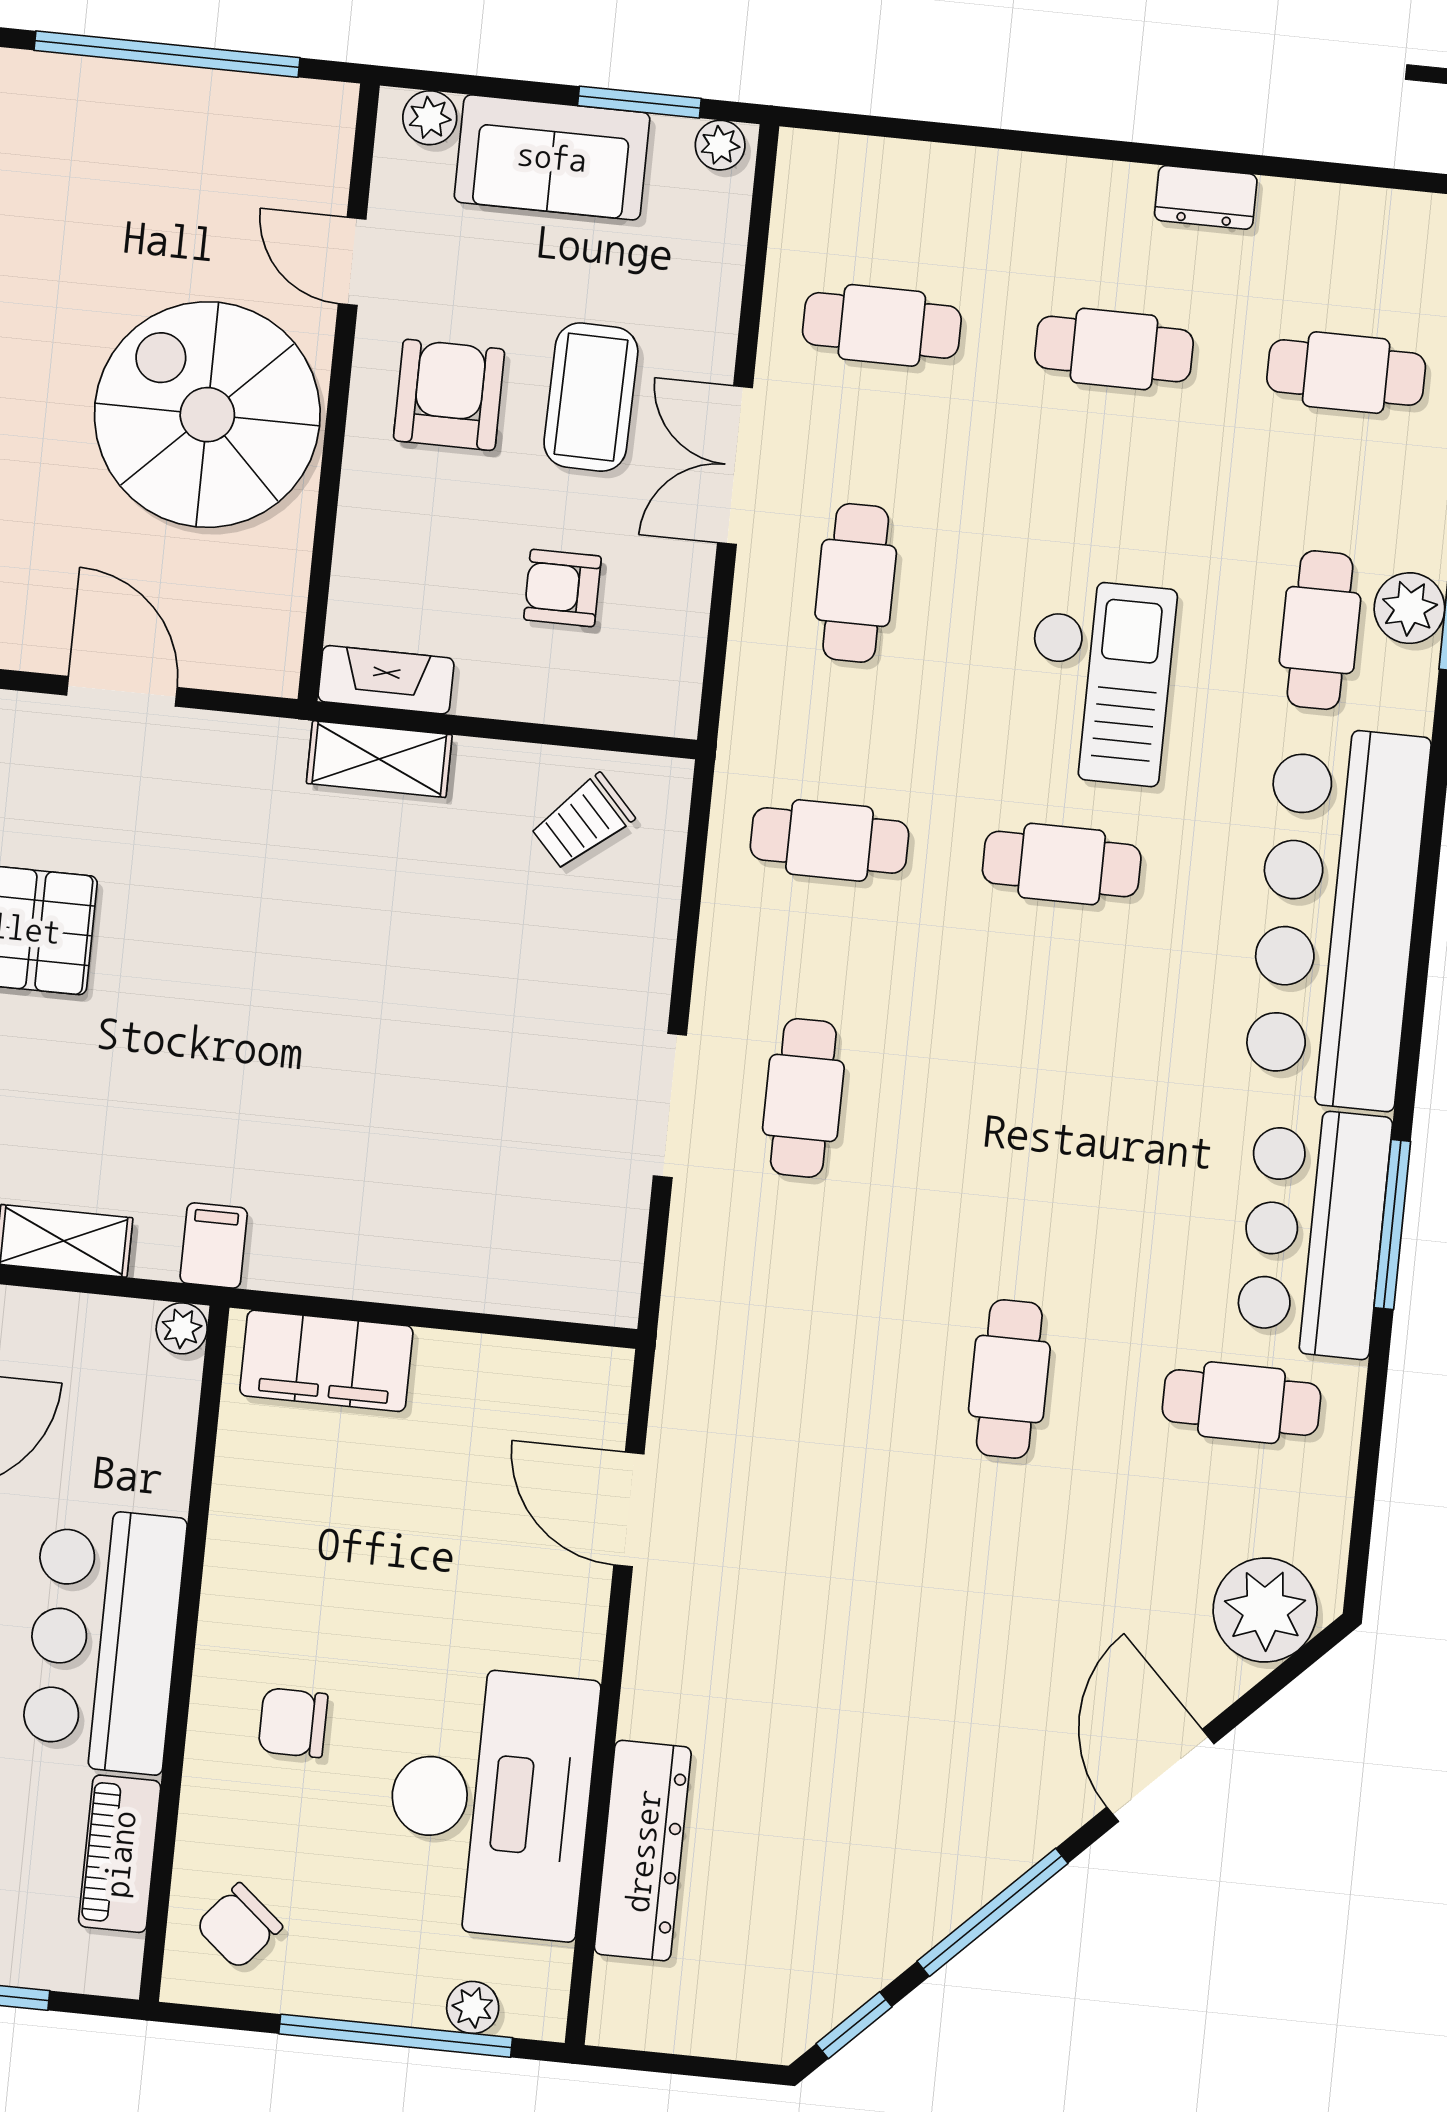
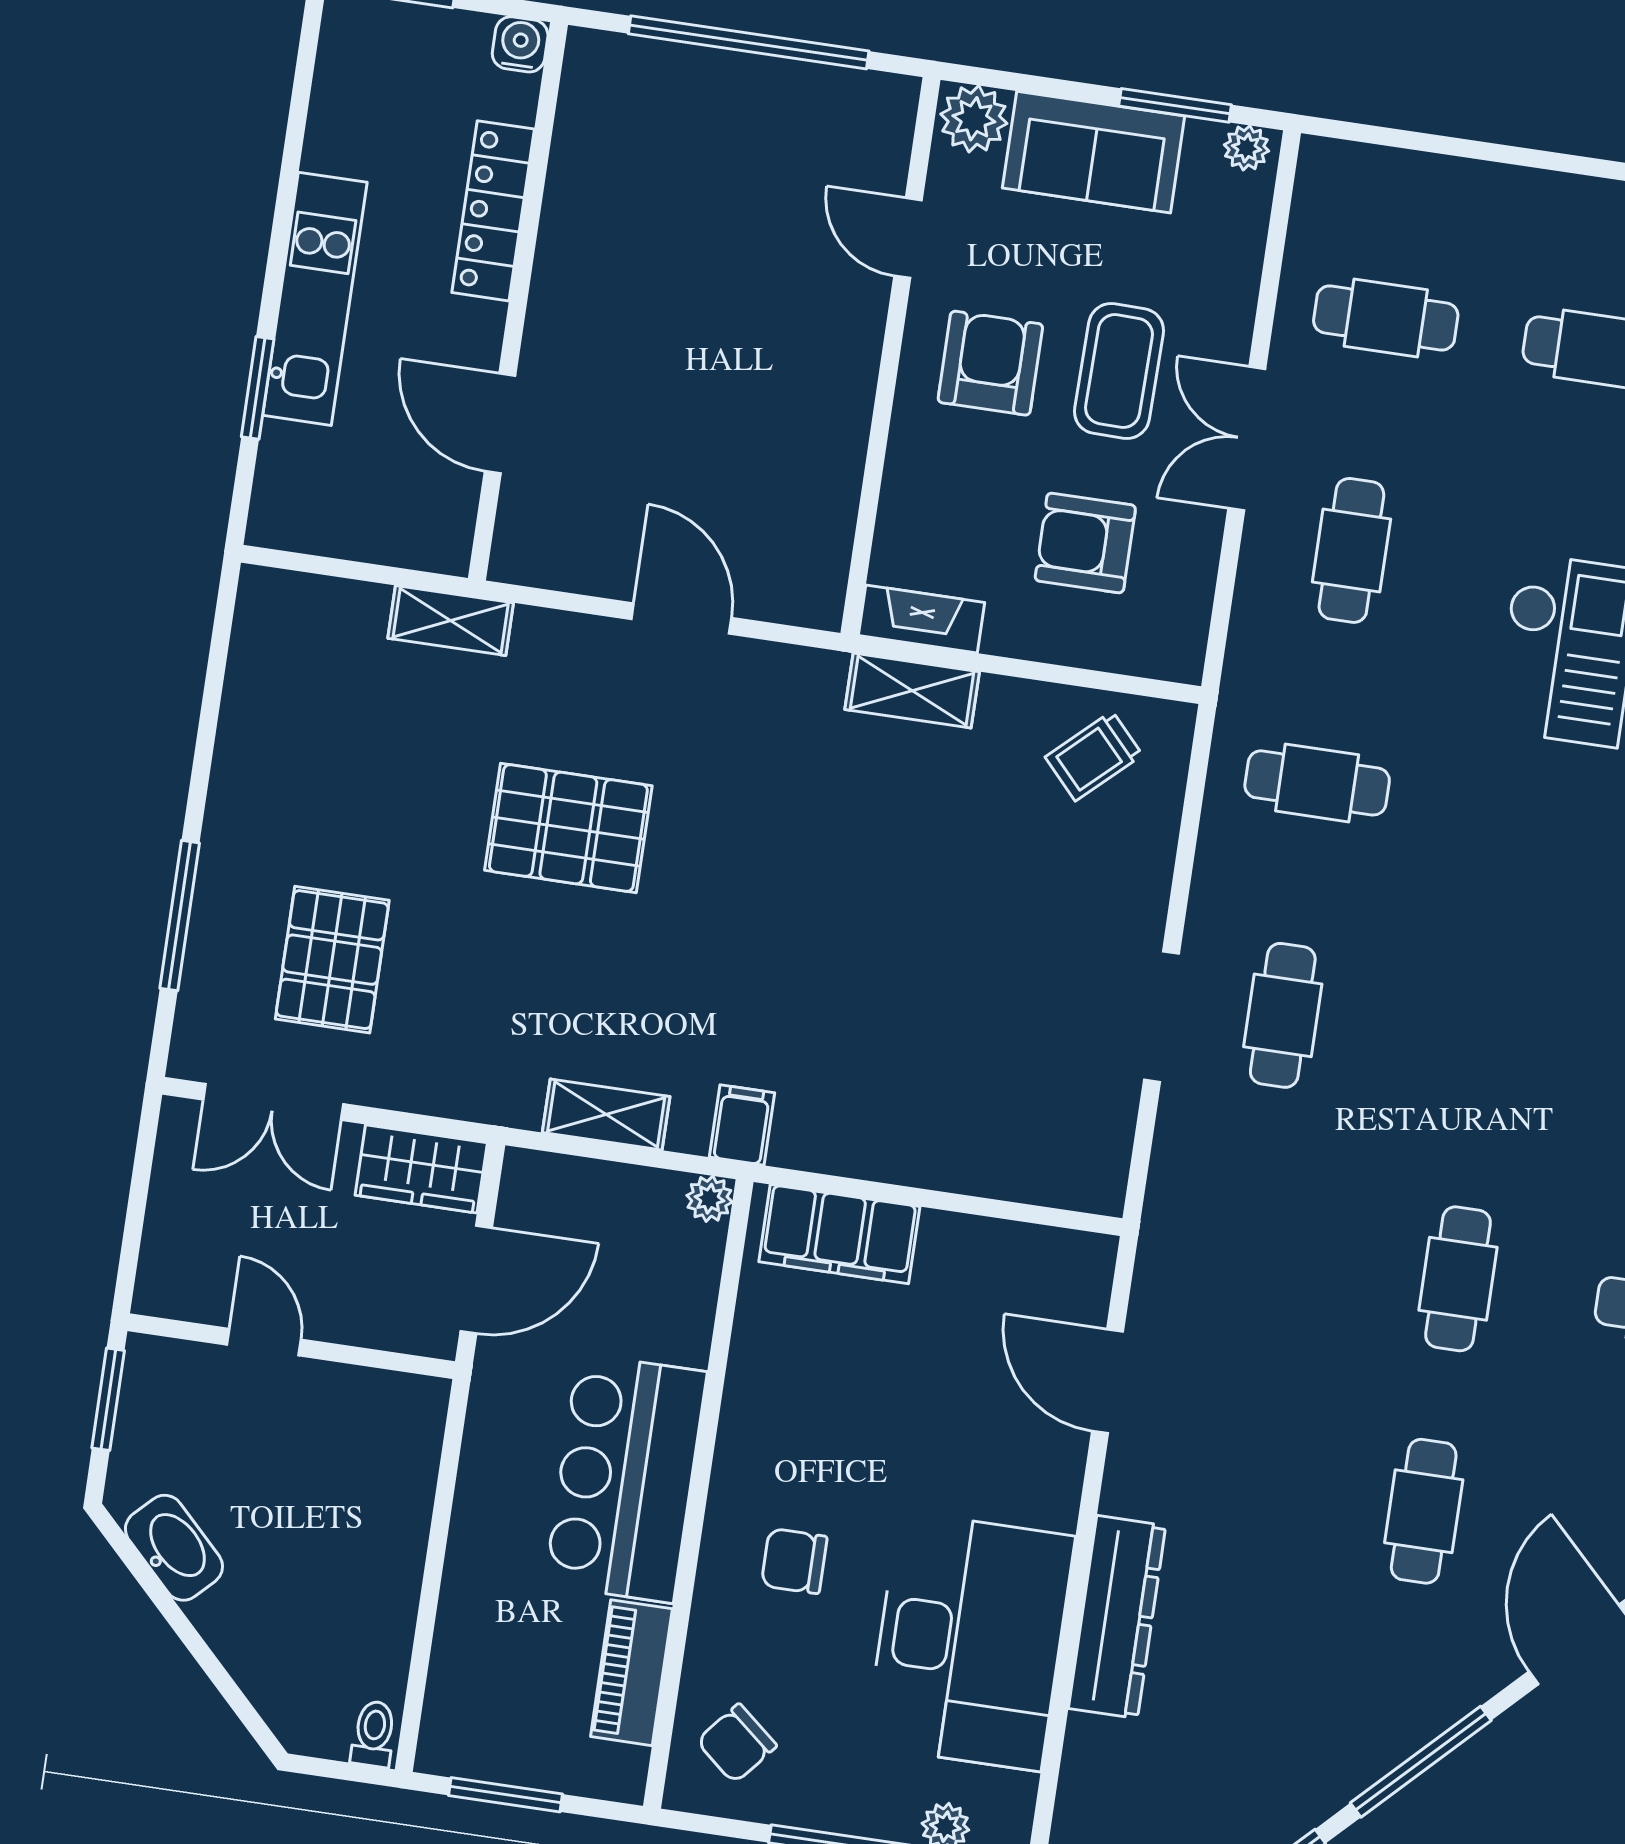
plant: (430, 118) -> (974, 119), width x1.38, depth x1.38
spiral stairs: (207, 415) -> (770, 371), removed
armchair: (562, 588) -> (1085, 543), width x1.38, depth x1.38
cafe table: (1062, 864) -> (1424, 1511), moved, turned 90
dresser: (643, 1851) -> (1117, 1617), moved

